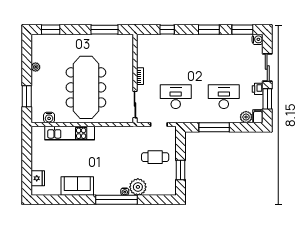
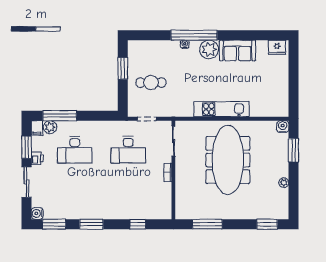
water cooler: (49, 118) -> (283, 127), moved
window: (214, 127) -> (60, 116), moved
kitchen unit: (70, 133) -> (221, 109), moved
fridge: (38, 178) -> (277, 47), moved, turned -90
plant: (138, 187) -> (209, 49), moved

